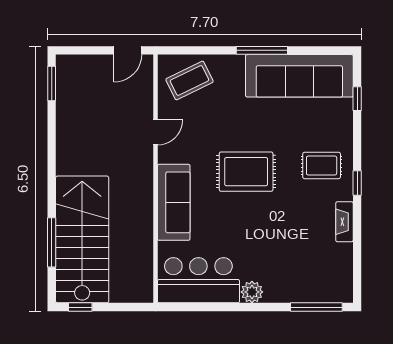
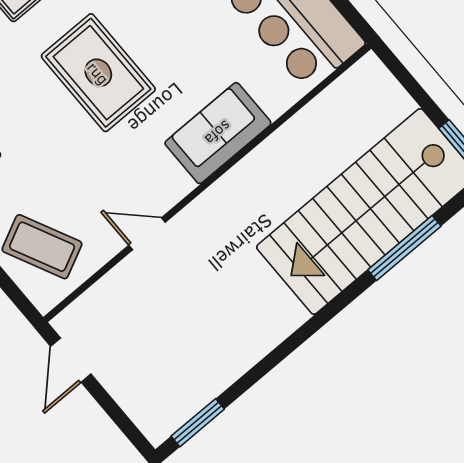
door: (128, 50) -> (71, 360), swing flipped
sofa: (174, 202) -> (218, 133), width x0.73

